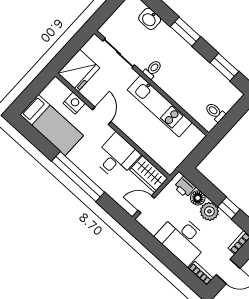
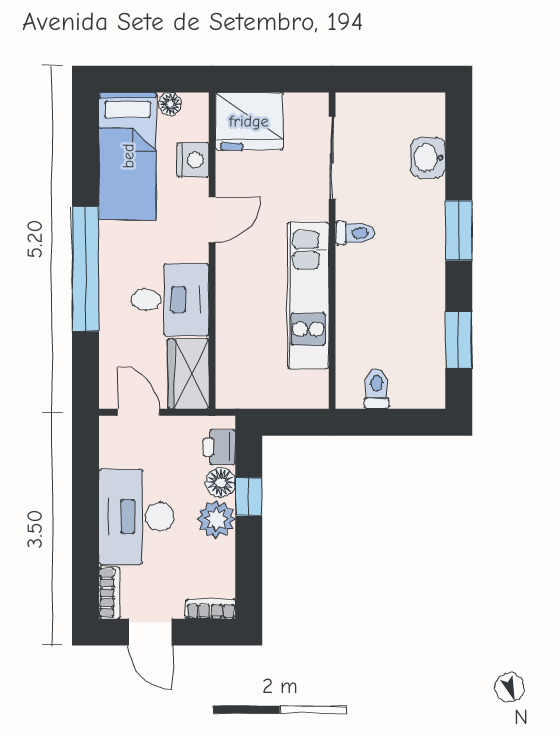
floor lamp: (47, 93) -> (170, 104), added
window: (229, 208) -> (249, 497), moved

